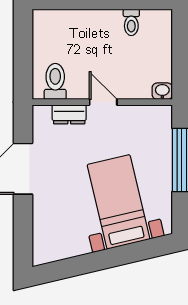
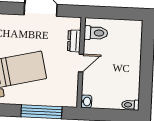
toilet: (131, 22) -> (130, 105), moved

